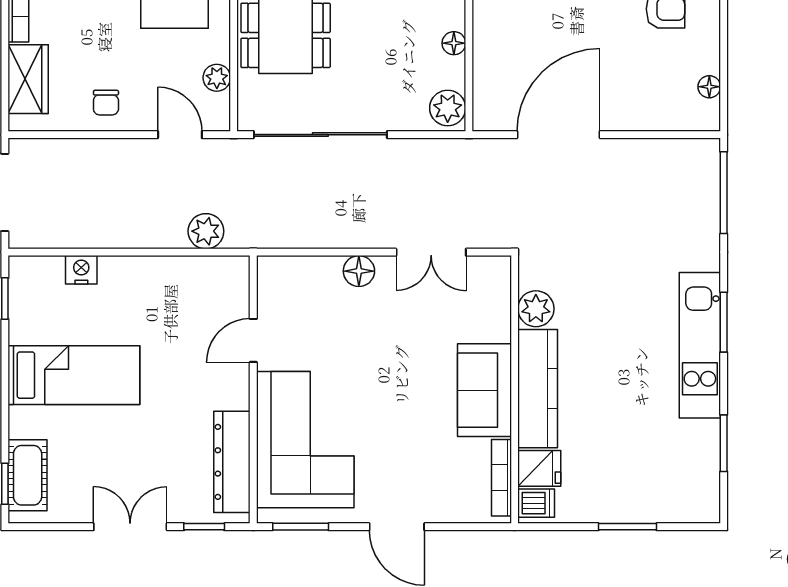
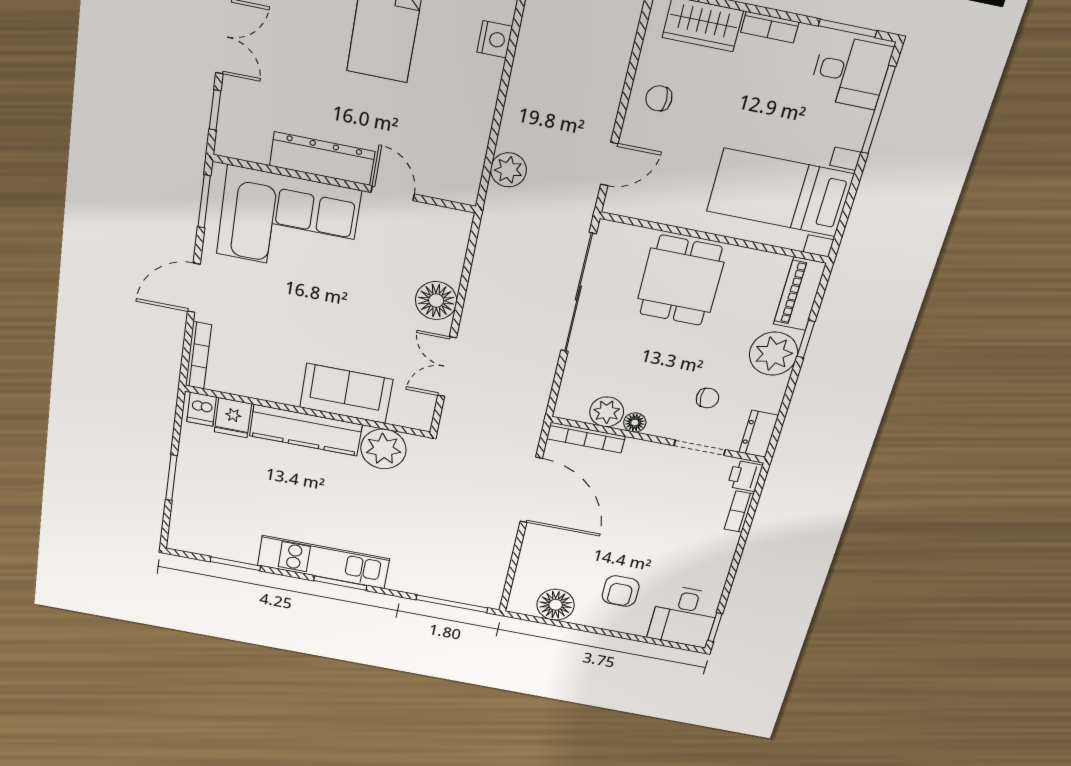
plant: (217, 78) -> (656, 210), removed
floor lamp: (709, 87) -> (556, 605), width x1.89, depth x1.89
bookcase: (483, 90) -> (586, 438), added
plant: (448, 108) -> (607, 412), moved
floor lamp: (359, 271) -> (436, 301), width x1.38, depth x1.38
plant: (536, 309) -> (383, 449), width x1.36, depth x1.36
sofa: (484, 390) -> (346, 393), moved
dresser: (232, 462) -> (322, 159), moved
bookcase: (501, 478) -> (198, 355), moved, turned 90

